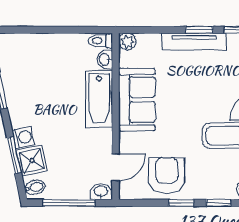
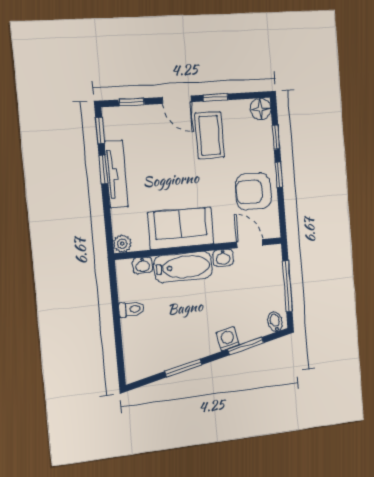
toilet: (100, 41) -> (132, 309), moved, turned -90
shower: (32, 161) -> (250, 328), removed
washbasin: (101, 191) -> (223, 258), moved, turned -90

